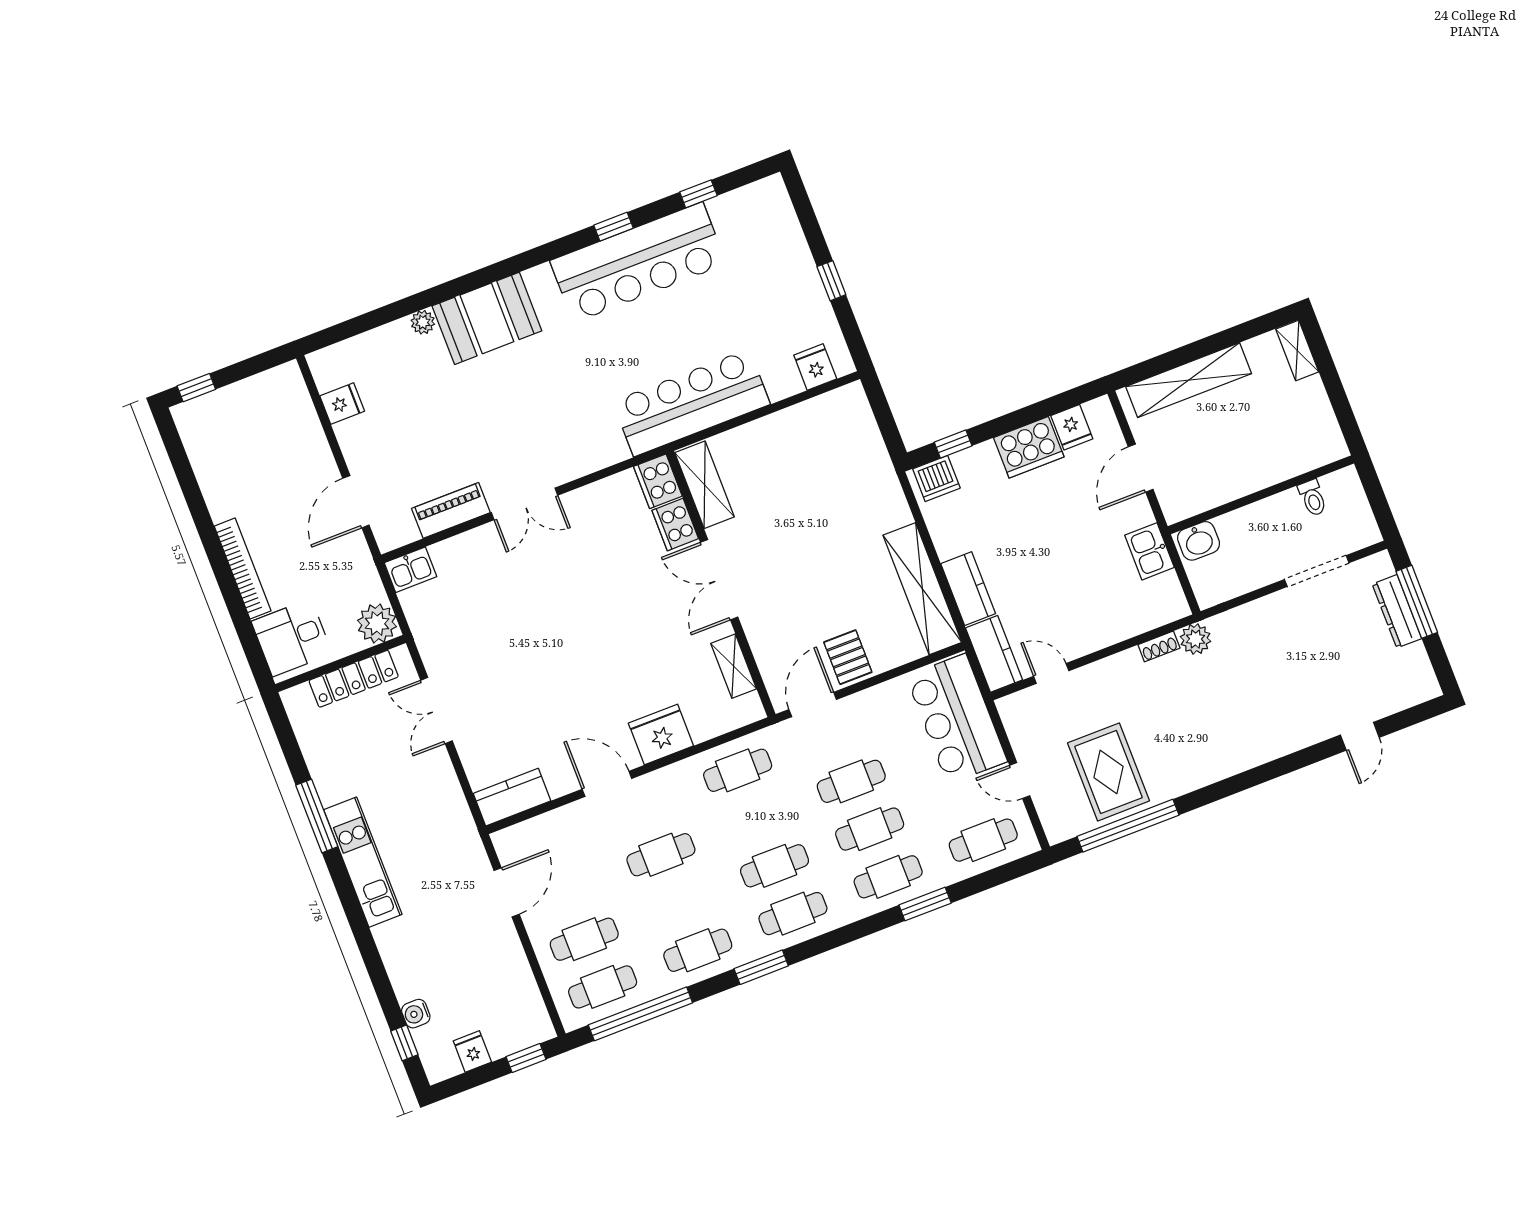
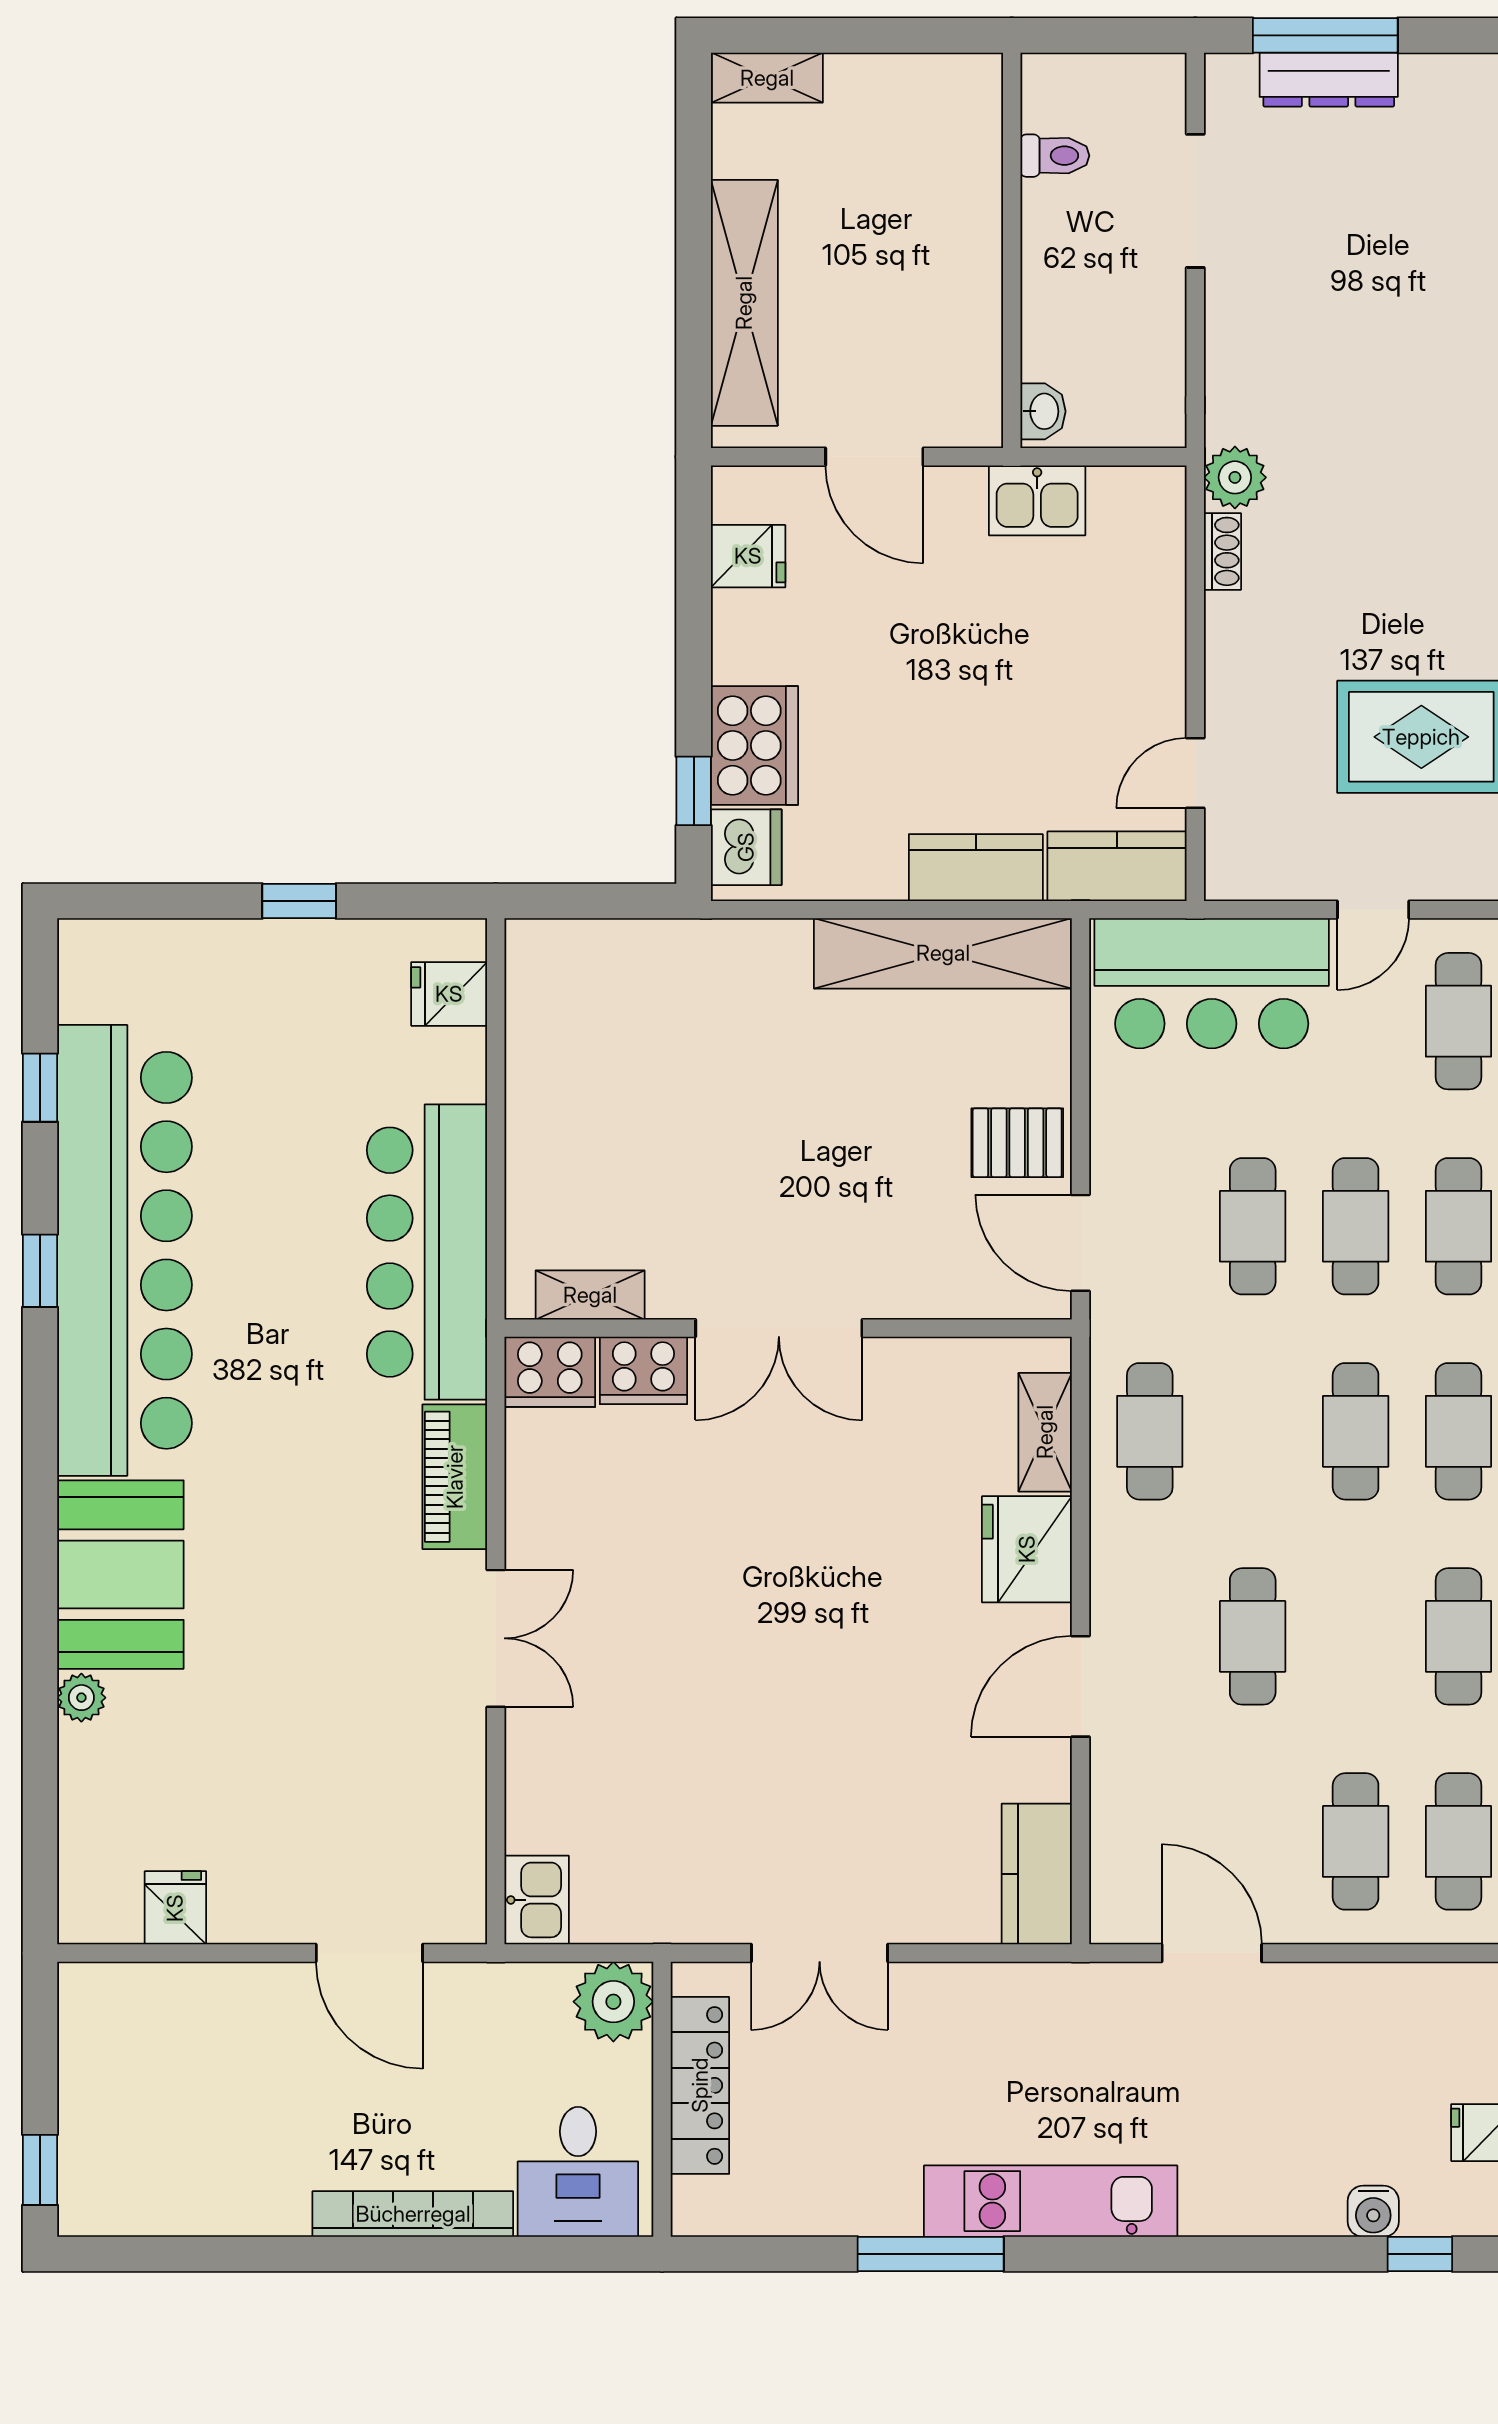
bar counter: (638, 262) -> (125, 1250), width x1.36
cooker: (1029, 447) -> (754, 746), moved
shelving: (705, 485) -> (590, 1295), width x0.67, depth x0.75
piano: (451, 510) -> (455, 1477), moved
washbasin: (1199, 541) -> (1043, 411), width x0.72, depth x0.69
shelving: (734, 666) -> (1045, 1432), moved, turned 90

